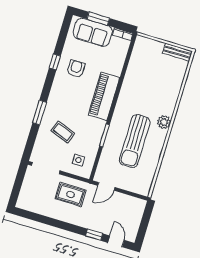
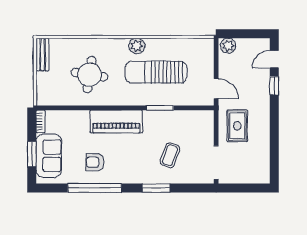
window: (55, 62) -> (95, 188), width x3.17
round table: (149, 86) -> (90, 75), added
plant: (164, 122) -> (137, 46), moved
sun lounger: (135, 141) -> (156, 72), turned 180
side table: (78, 160) -> (196, 129), removed
plant: (139, 207) -> (228, 46), added

